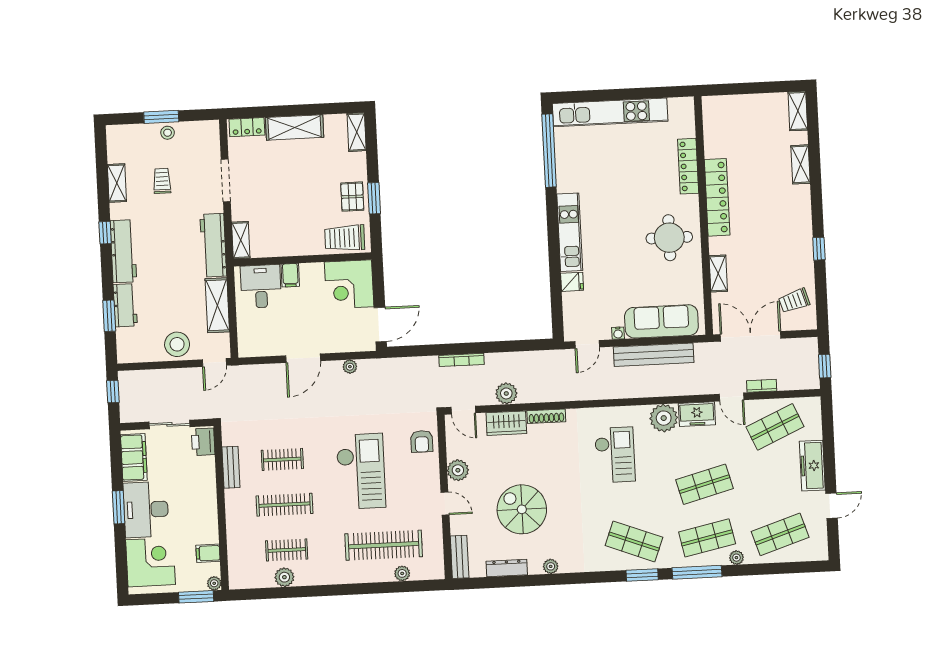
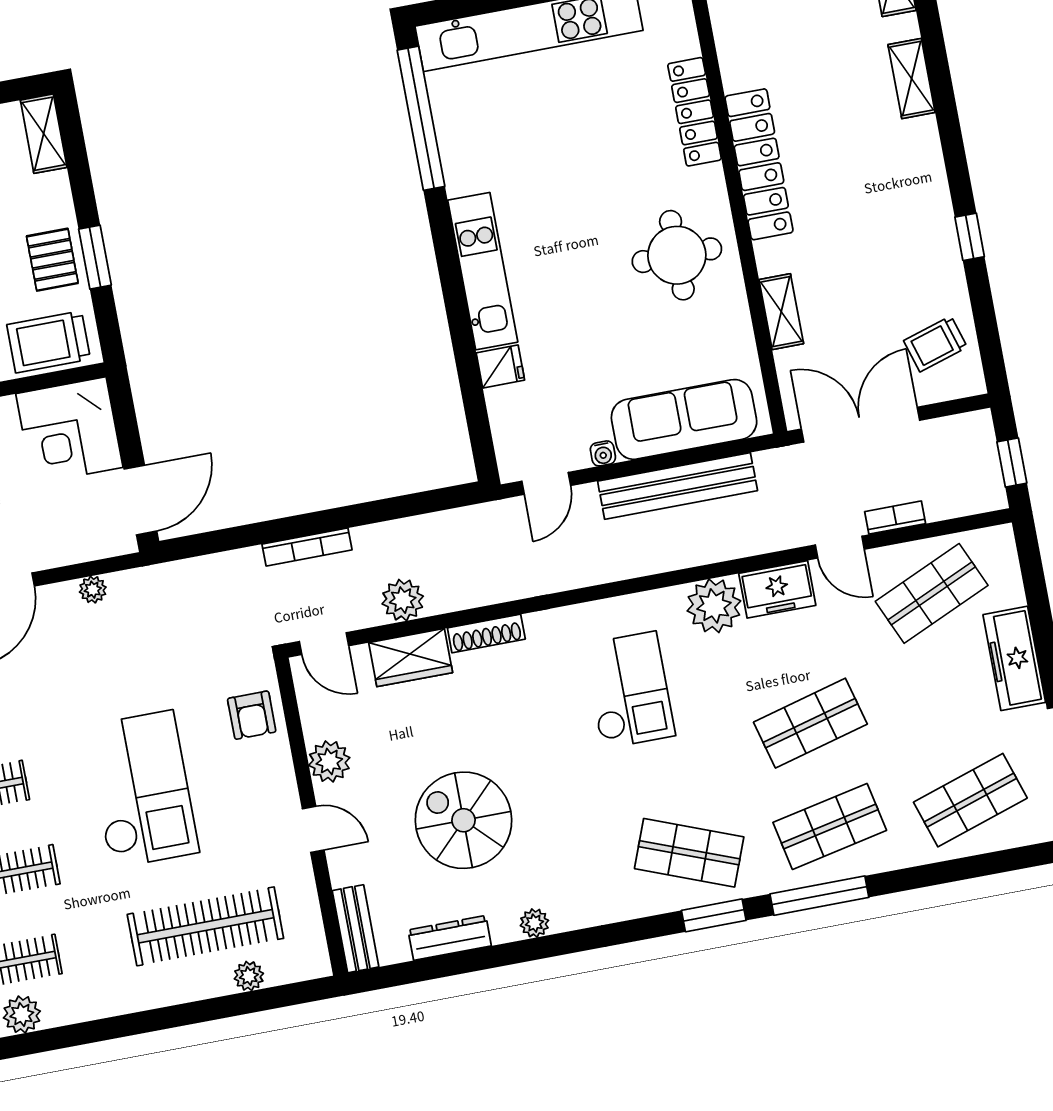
plant: (736, 558) -> (892, 857), removed

